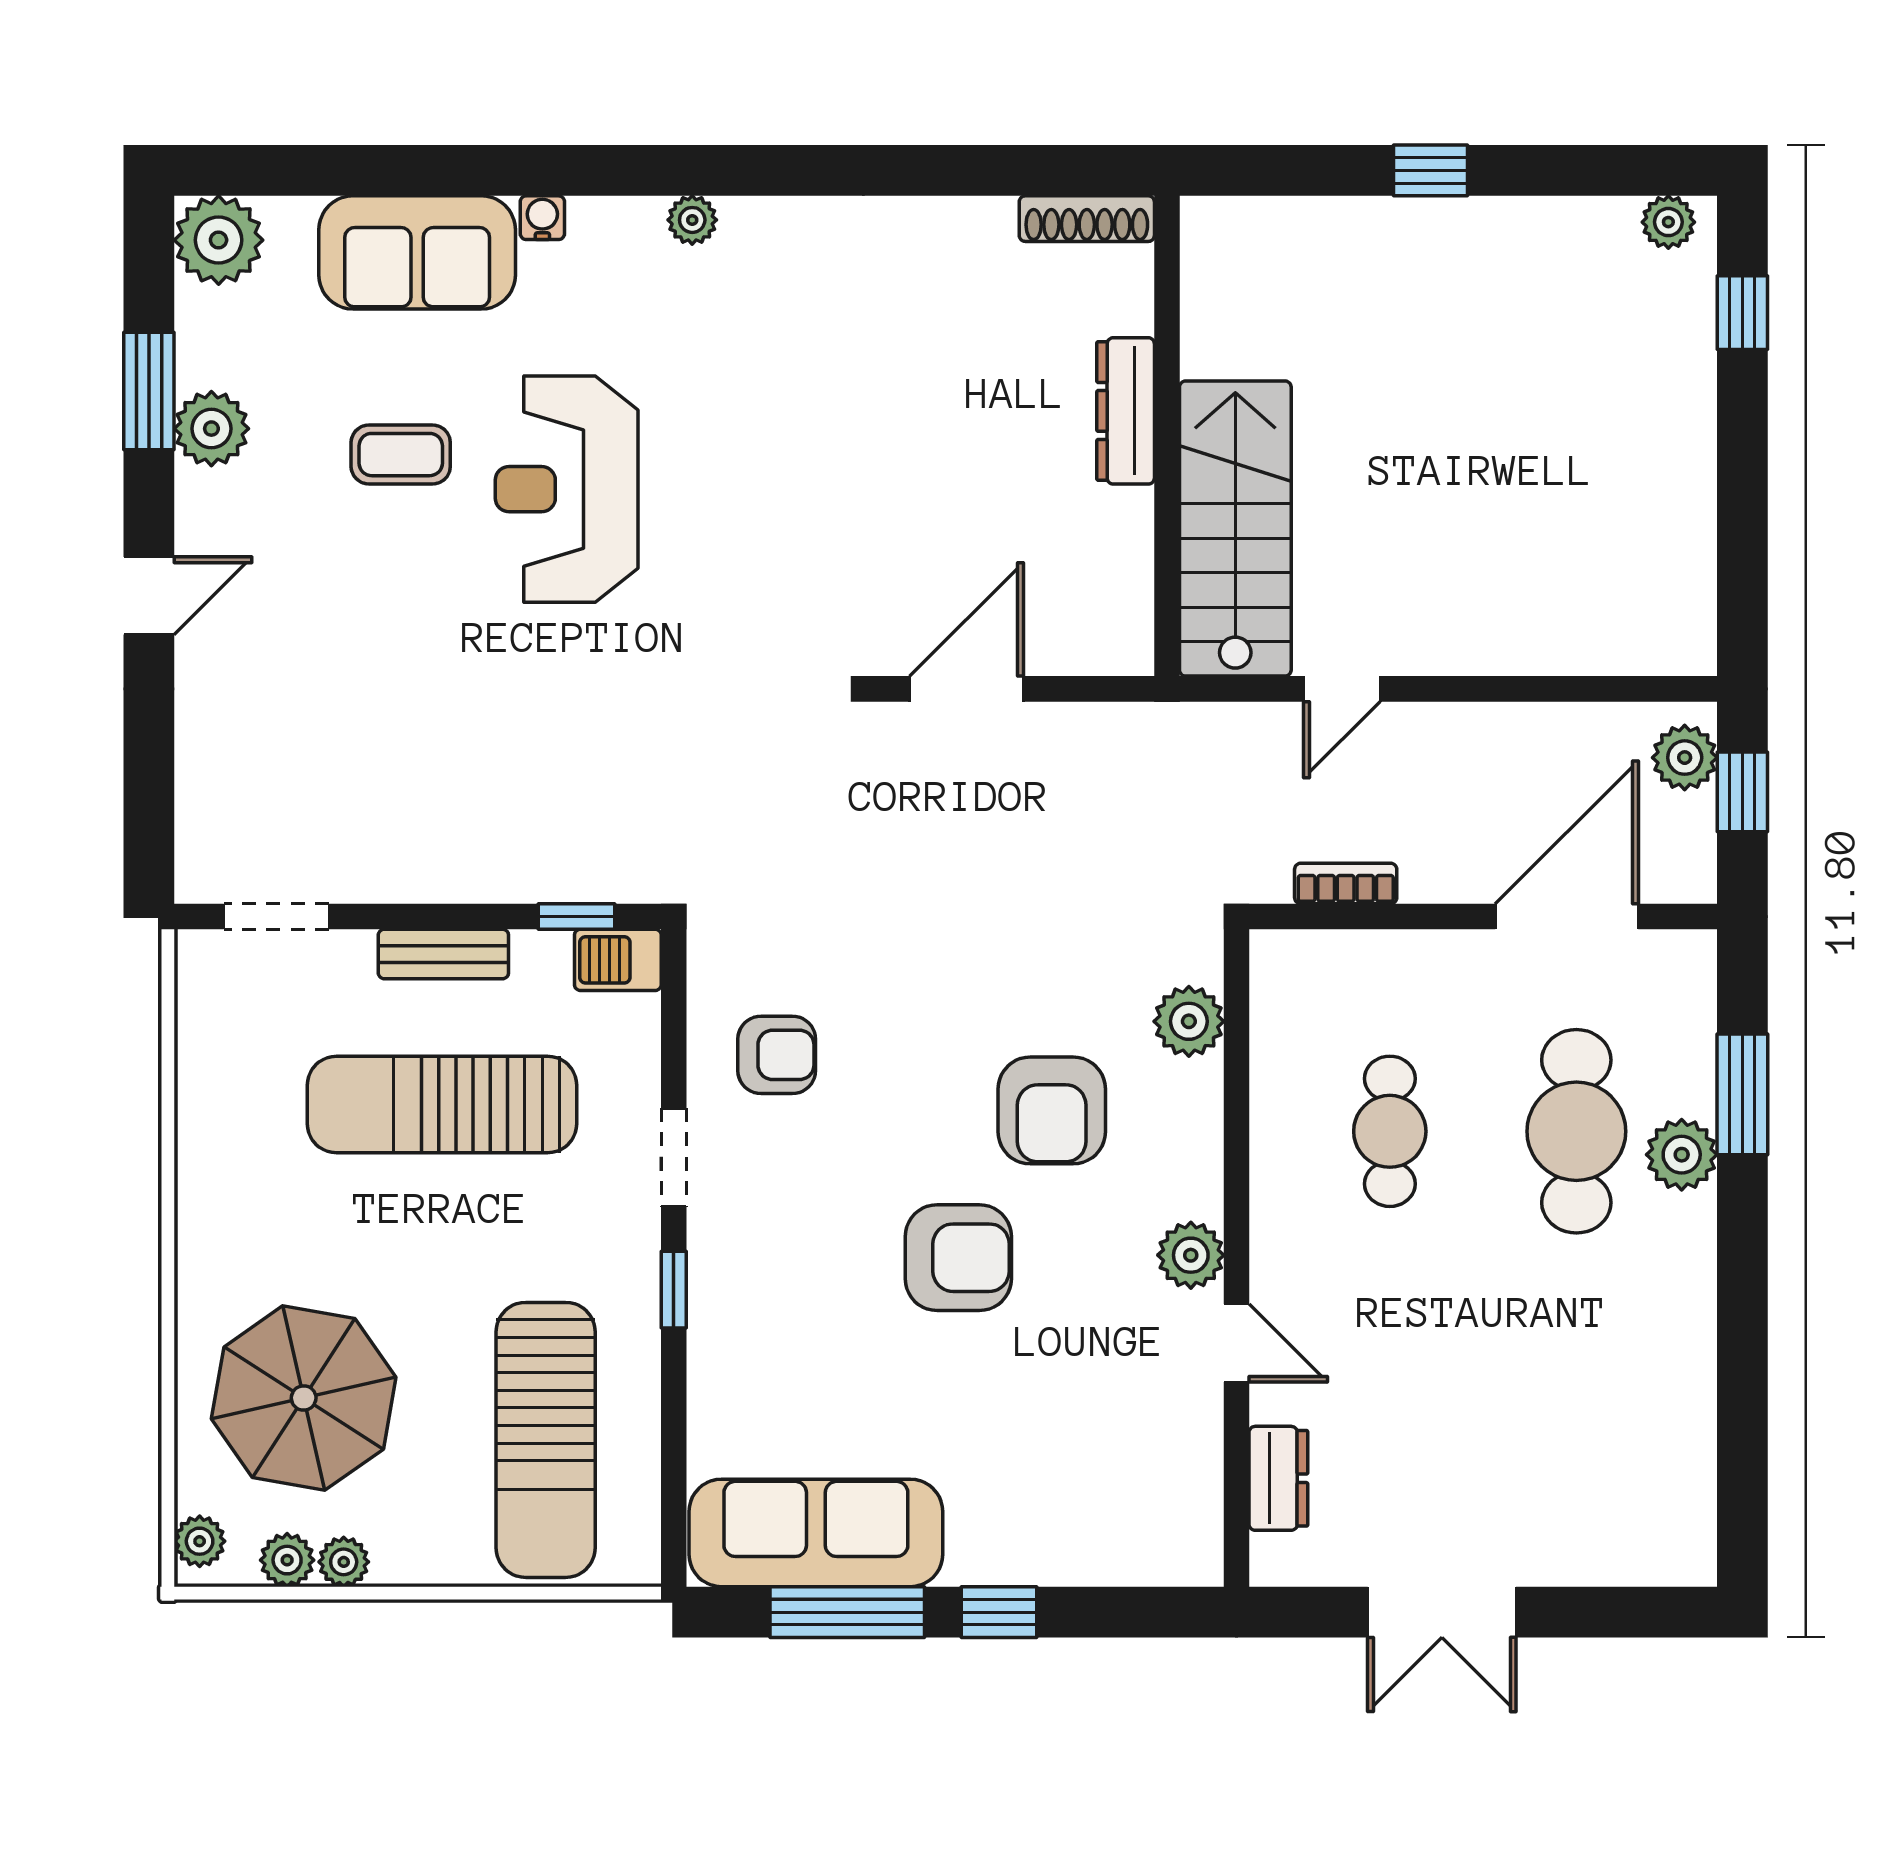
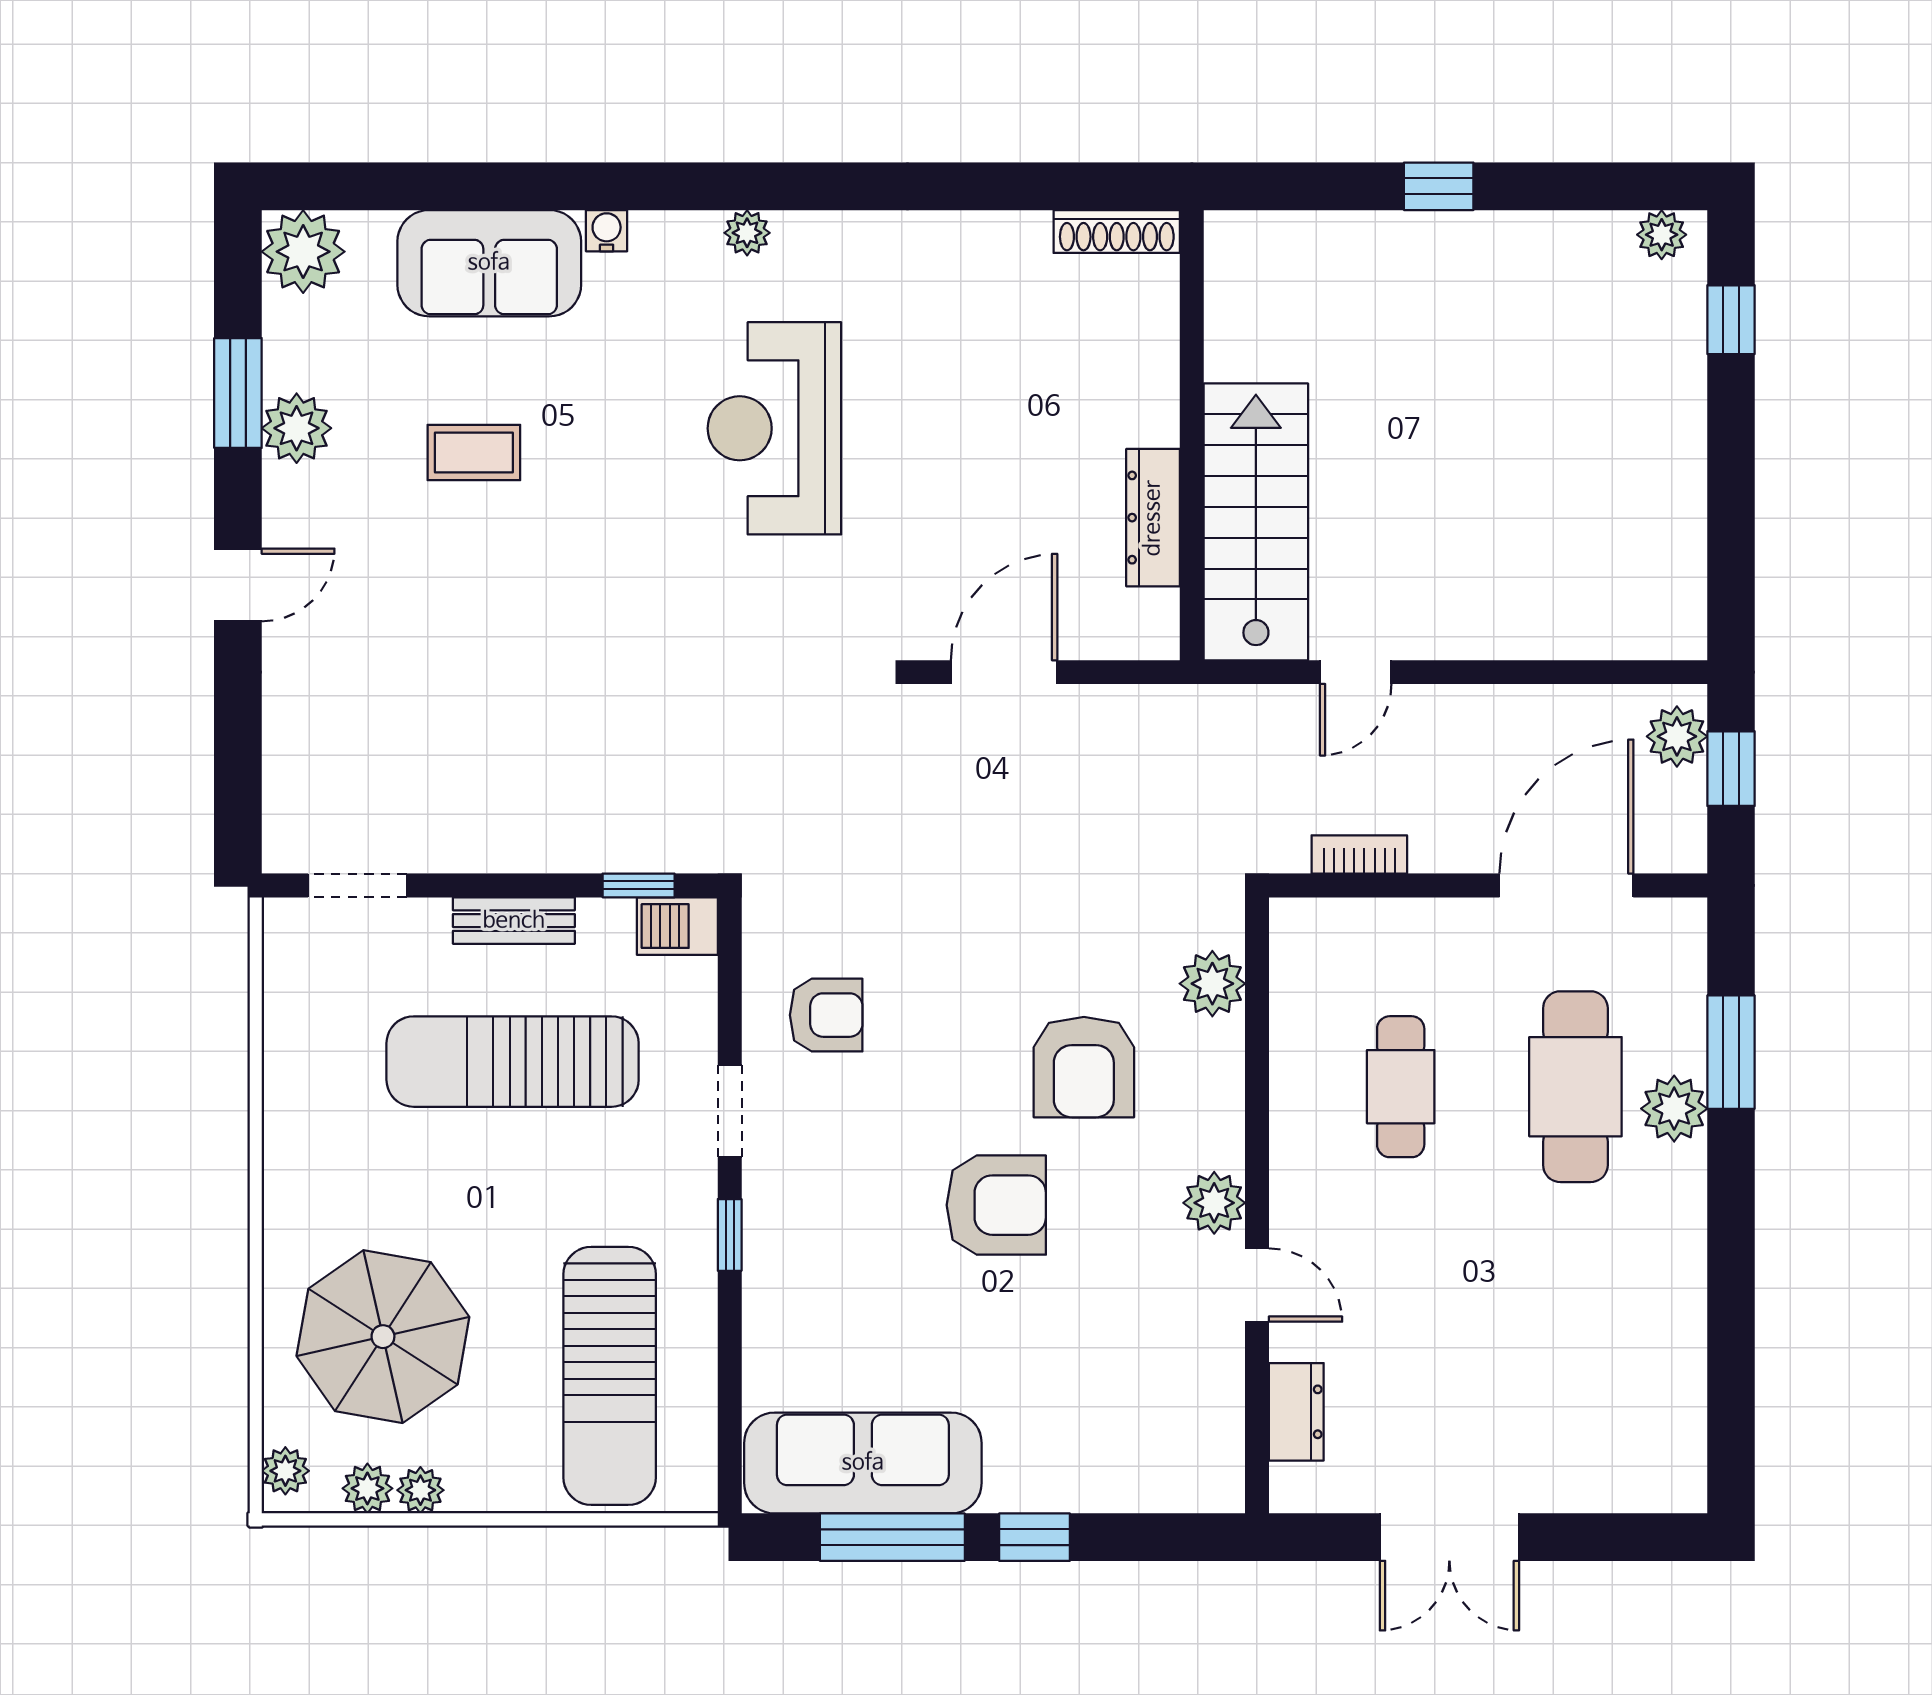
dresser: (1126, 411) -> (1153, 518), moved
reception desk: (567, 489) -> (774, 428), moved

